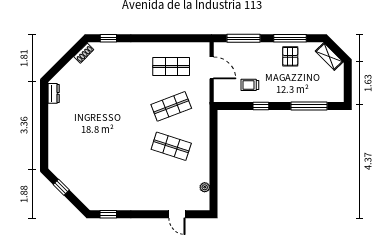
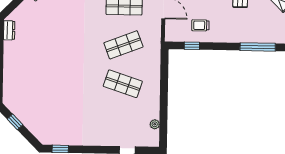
window: (261, 106) -> (192, 46), moved

